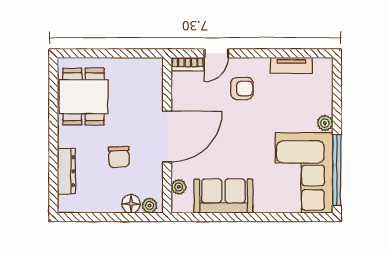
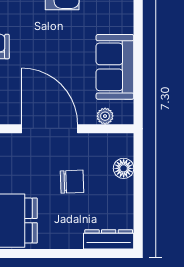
dresser: (66, 171) -> (109, 239), moved
plant: (149, 205) -> (125, 148), removed

